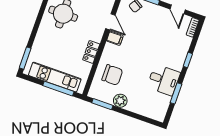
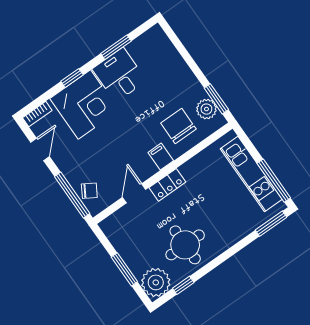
filing cabinet: (115, 38) -> (161, 157), moved
corner desk: (171, 50) -> (84, 105), added
locker: (91, 52) -> (167, 185), moved
window: (58, 89) -> (274, 181), moved
plant: (120, 101) -> (206, 109), moved

